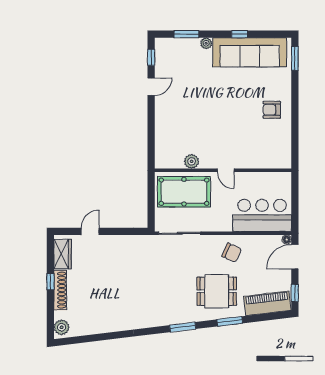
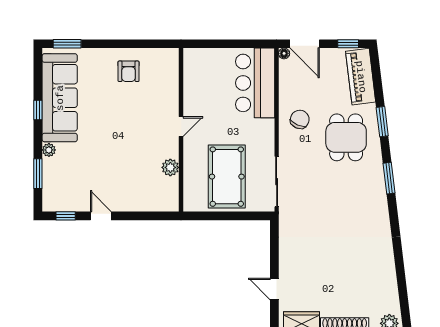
plant: (192, 161) -> (170, 167), moved
wall: (223, 170) -> (181, 130), moved
door: (226, 170) -> (181, 126), moved

